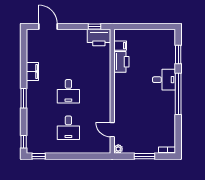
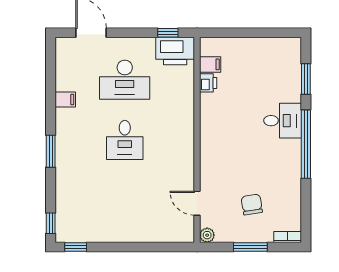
printer: (121, 62) -> (208, 83), width x0.53, depth x0.68
filing cabinet: (32, 71) -> (65, 100), width x0.50
desk: (68, 128) -> (125, 80), moved, width x1.37
chair: (145, 130) -> (252, 205), added

